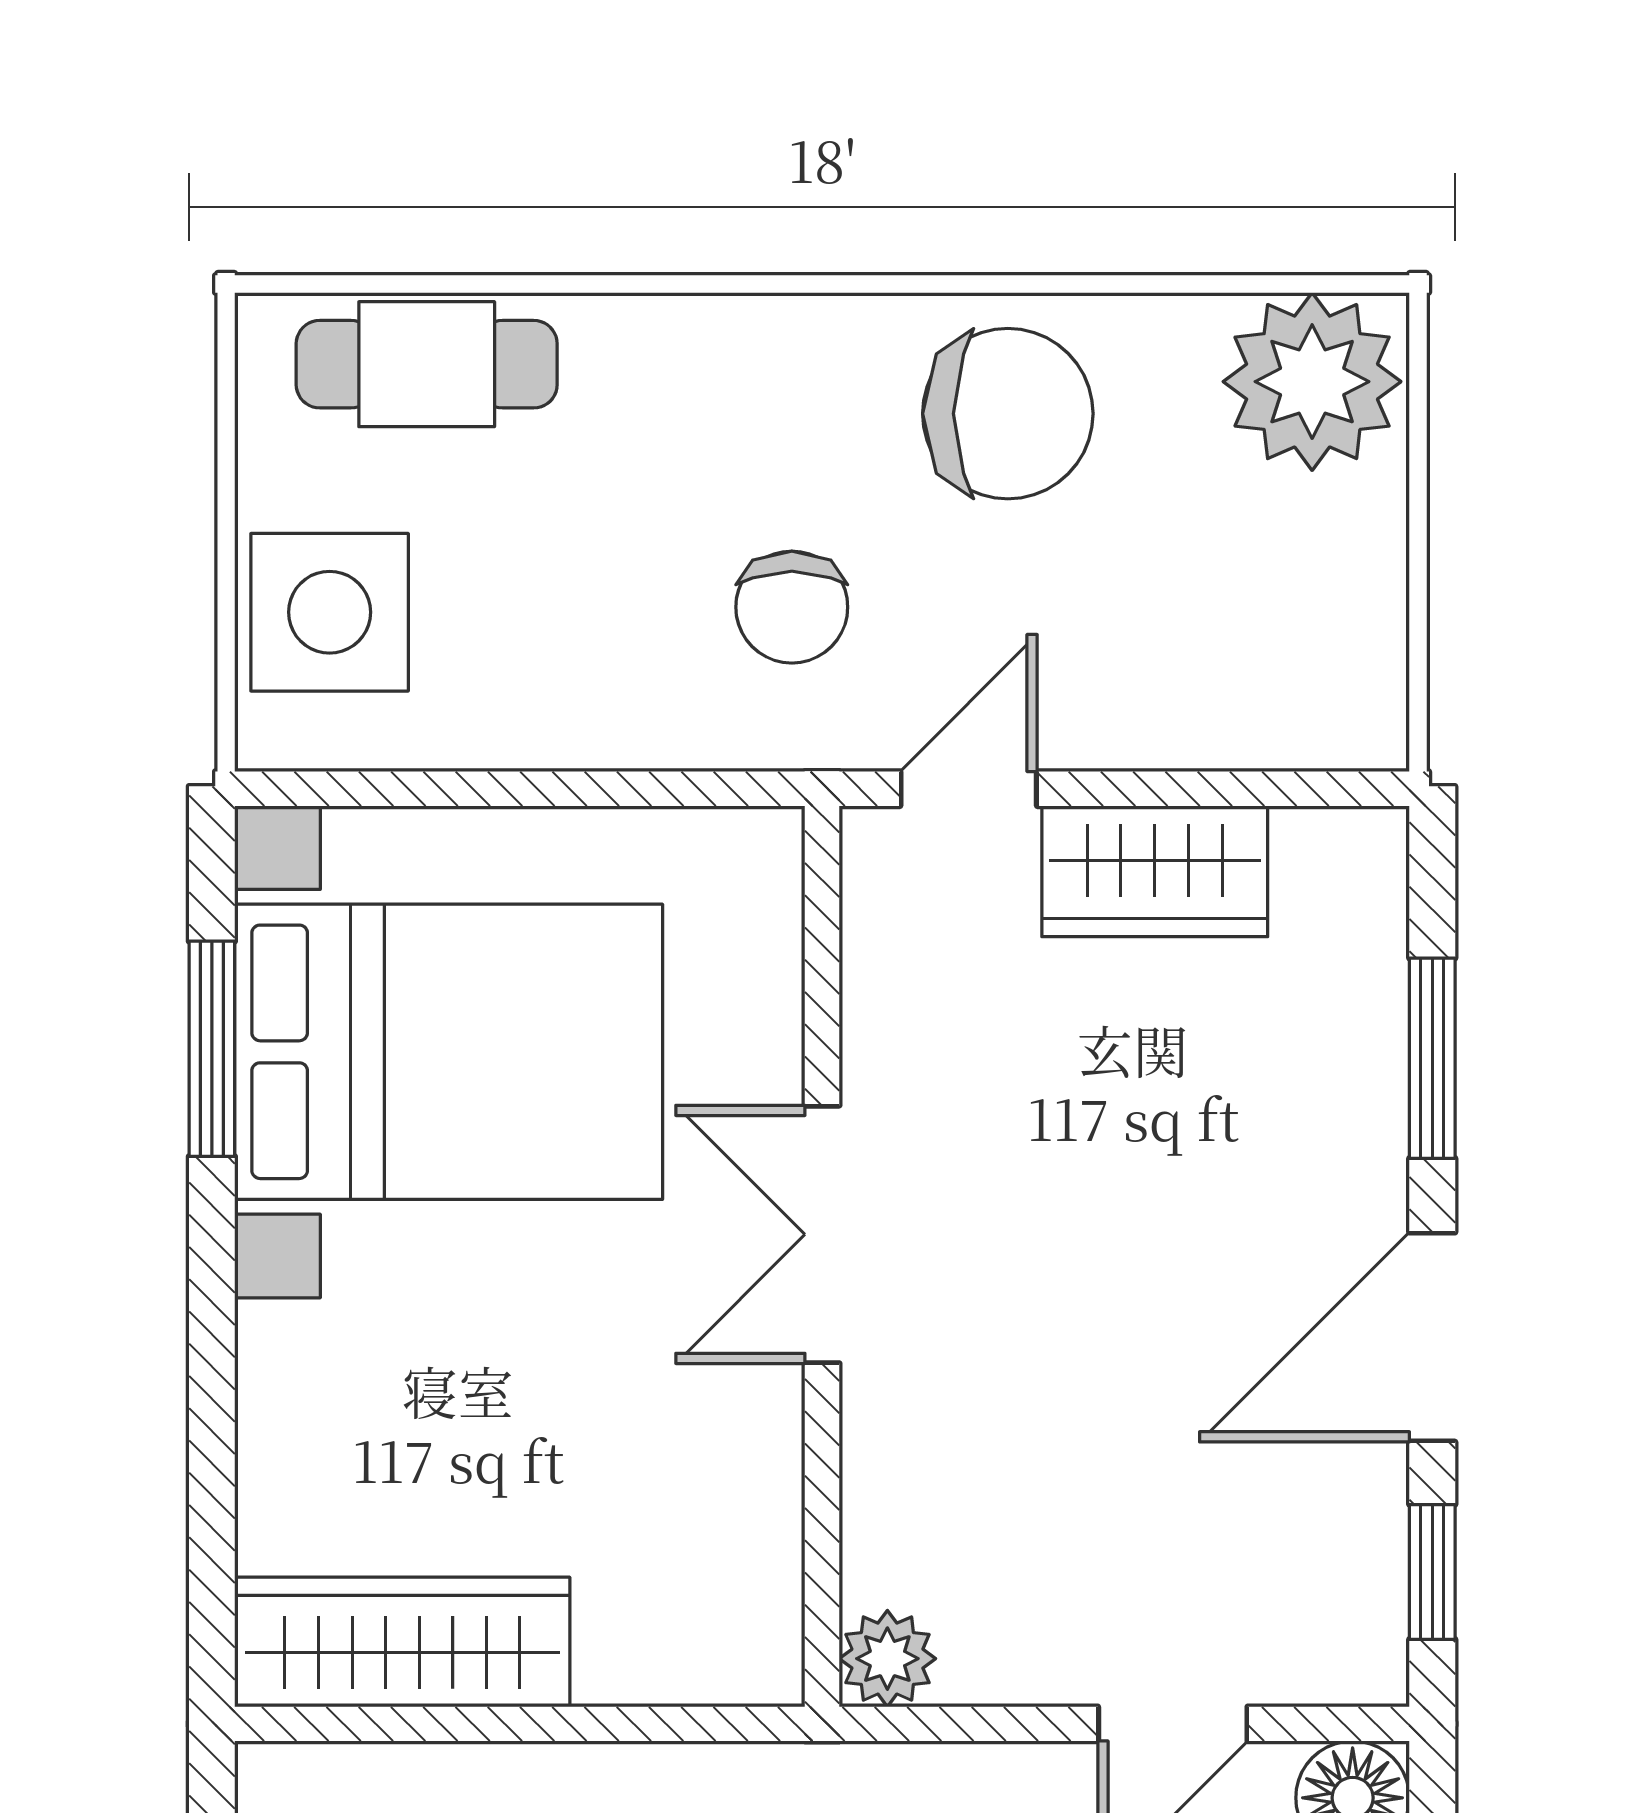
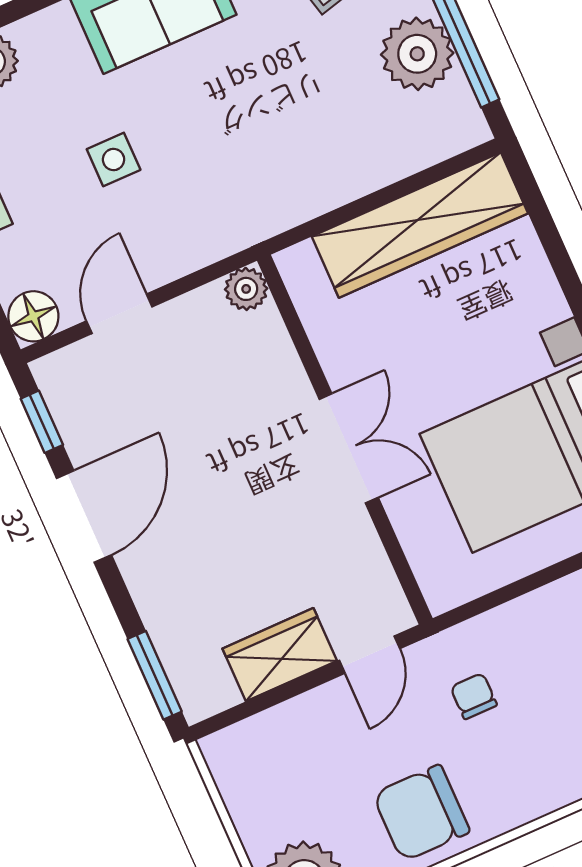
chair: (792, 607) -> (474, 696), width x0.73, depth x0.73
window: (1432, 1058) -> (155, 675), moved
wardrobe: (402, 1642) -> (420, 225), width x1.40, depth x1.17

